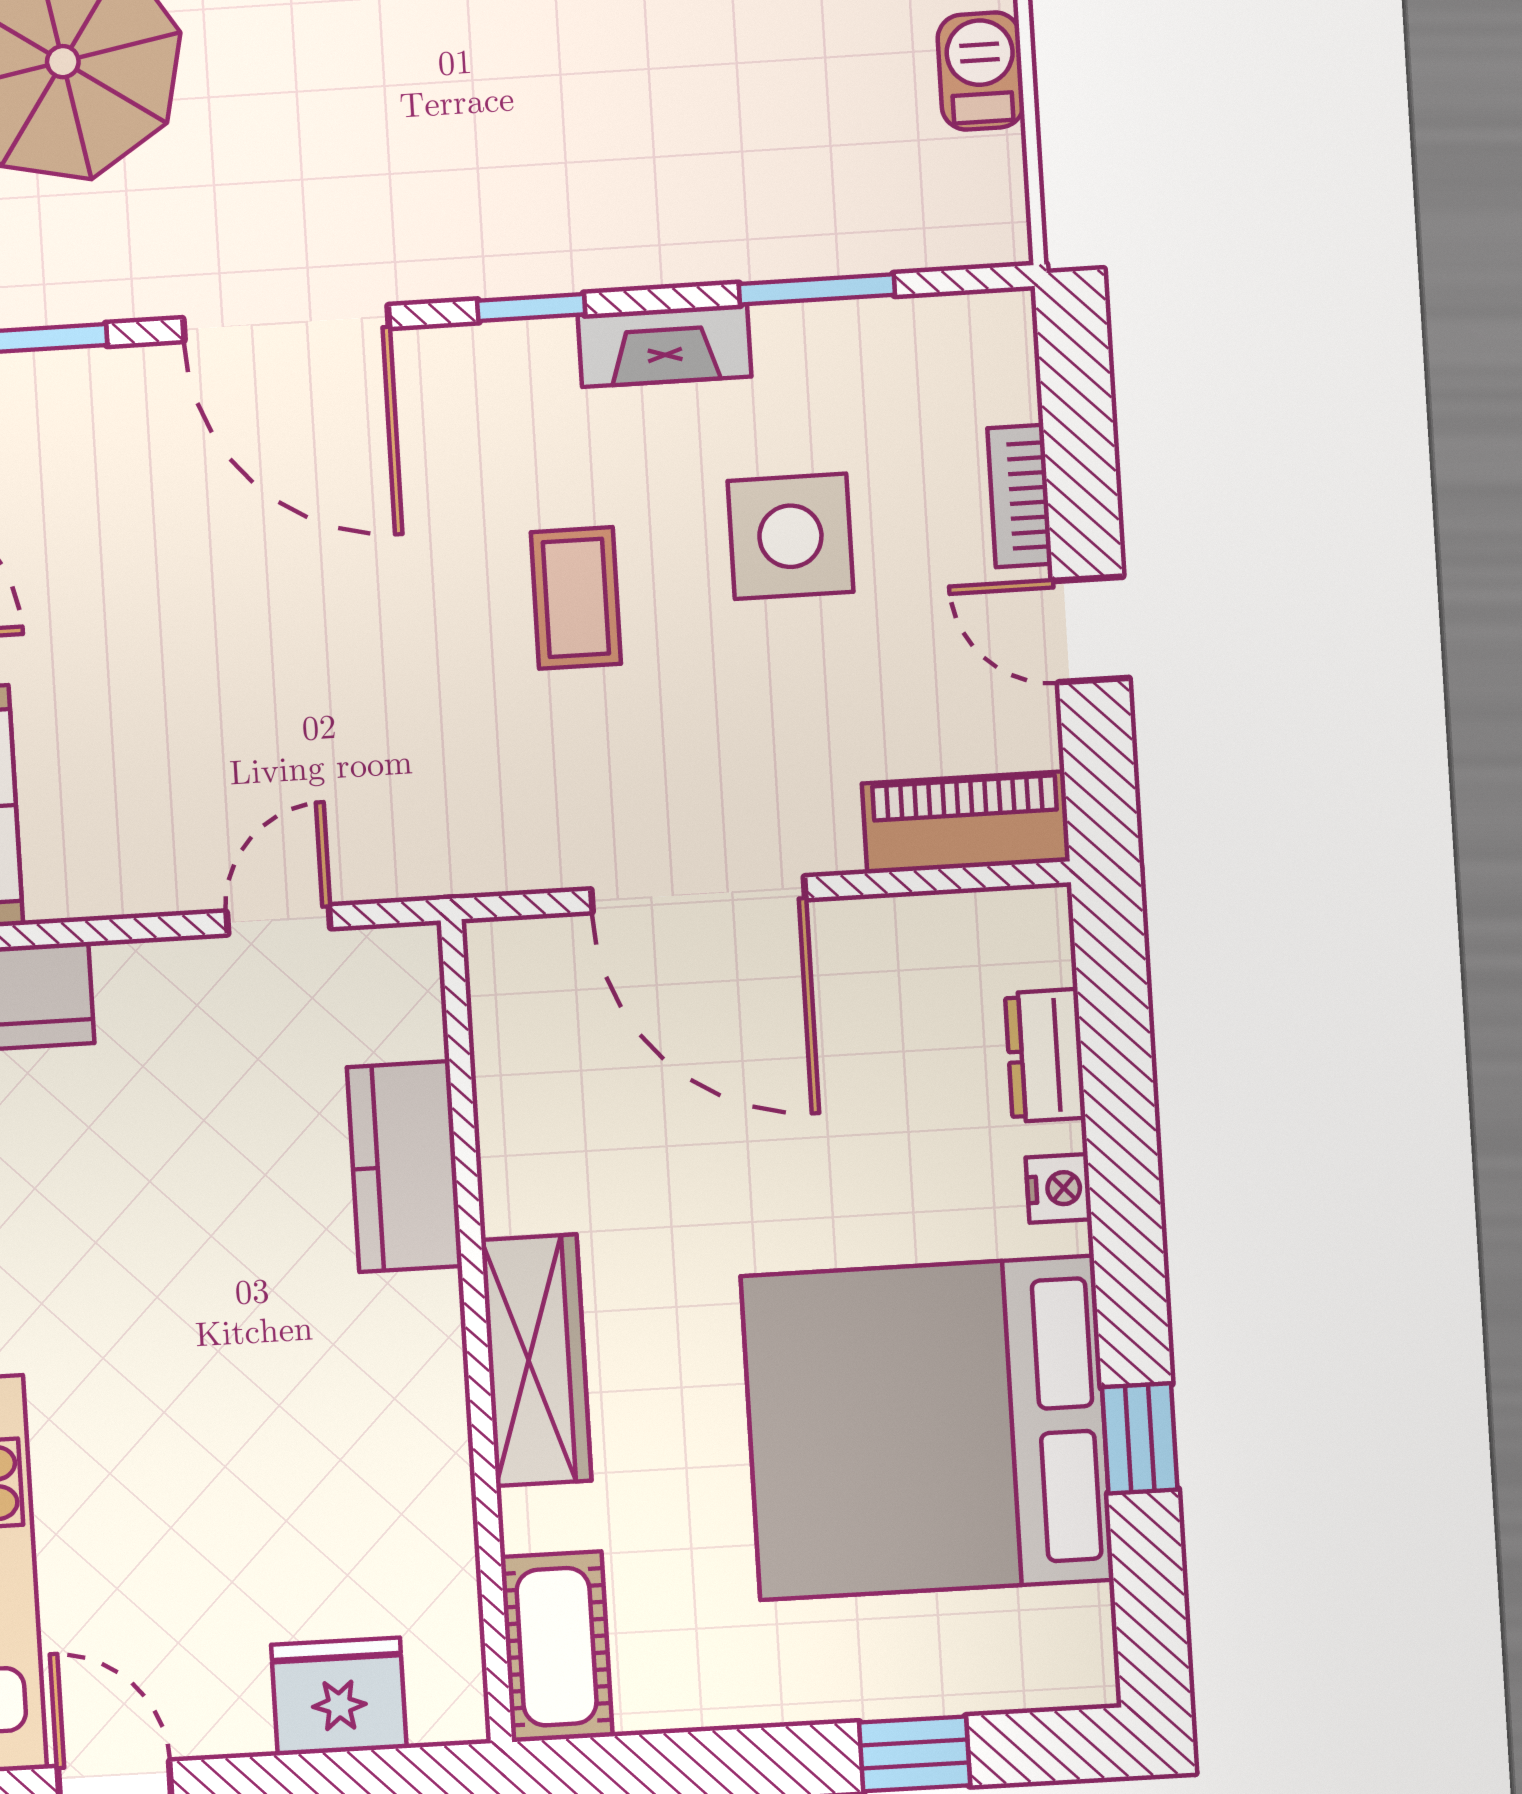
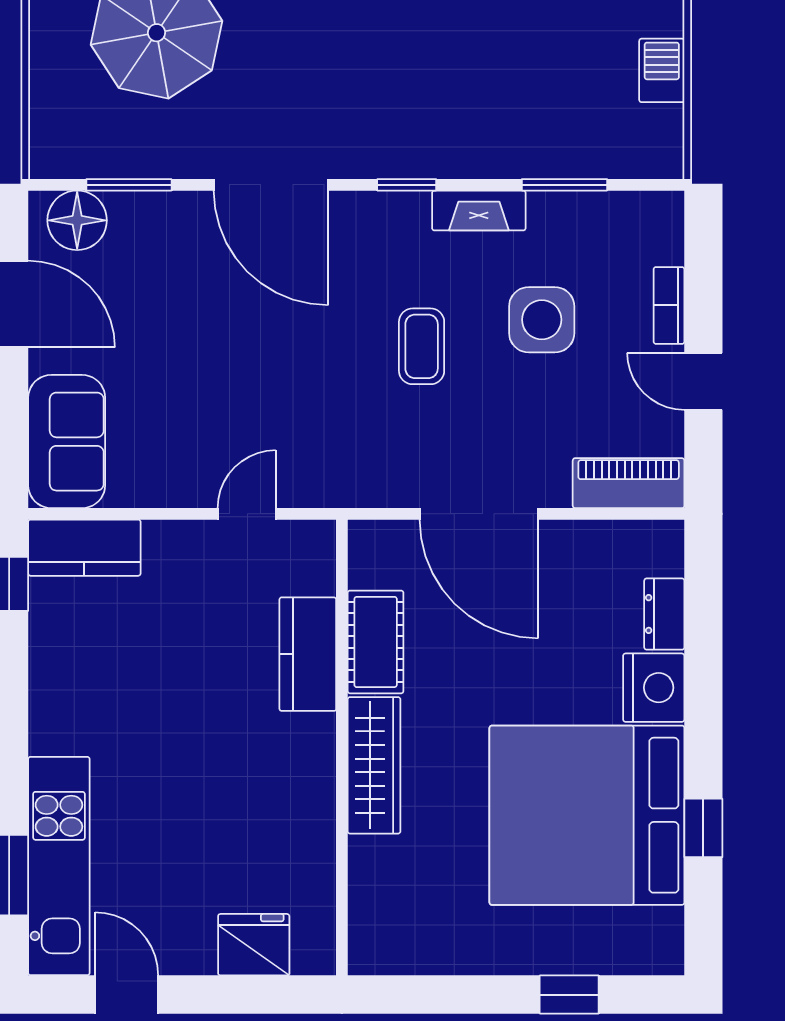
nightstand: (1059, 1188) -> (654, 688), width x1.89, depth x1.79
cot: (557, 1647) -> (376, 642), moved

